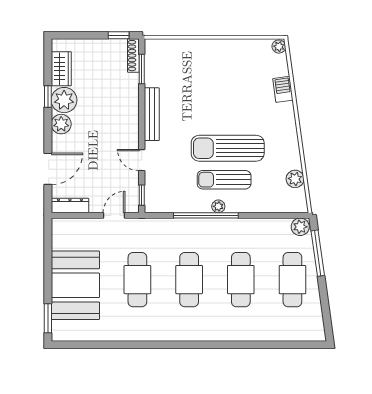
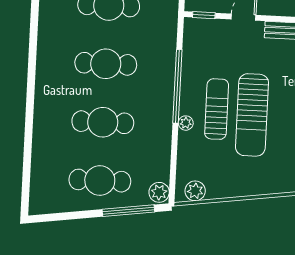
sun lounger: (228, 148) -> (252, 115), turned 180
plant: (295, 179) -> (195, 191), moved
plant: (218, 206) -> (186, 123), moved

